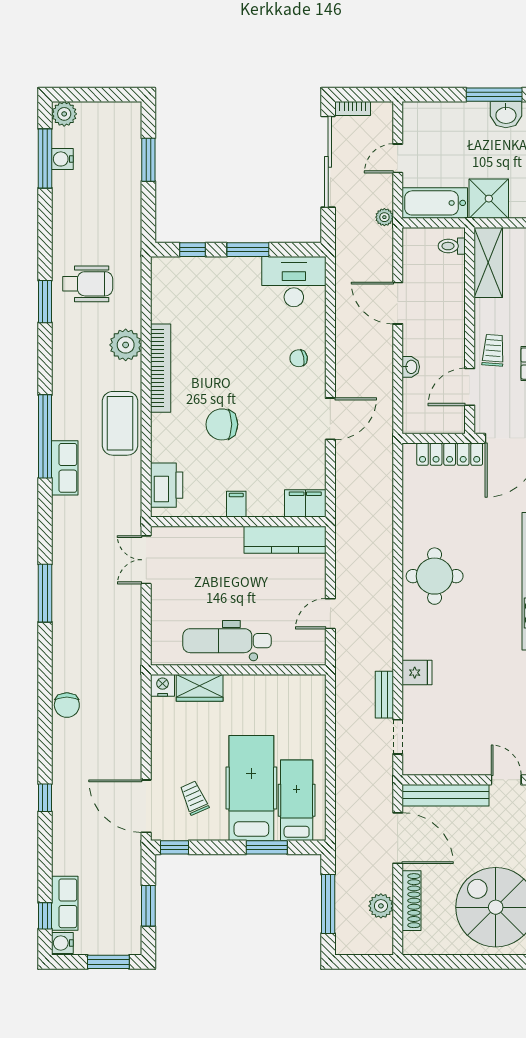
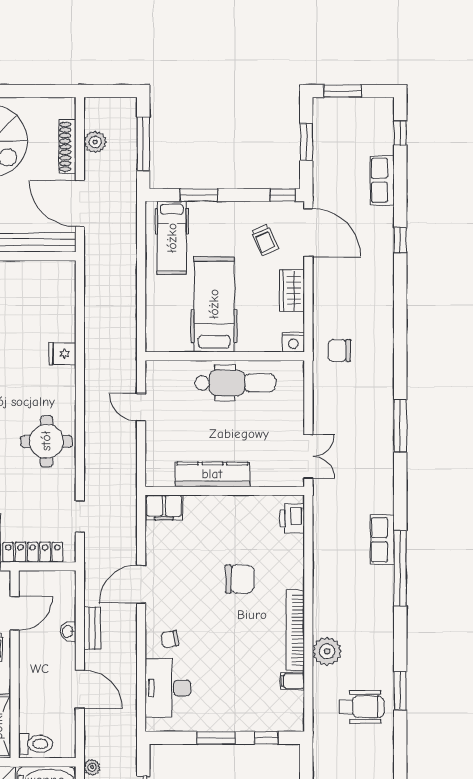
toilet: (452, 246) -> (36, 744), width x1.37, depth x1.39
desk: (294, 282) -> (168, 688), moved, turned 90
wheelchair: (88, 284) -> (362, 707), turned 180
chair: (299, 358) -> (170, 639), turned 180
coffee table: (120, 423) -> (332, 580), removed
printer: (167, 485) -> (292, 519), width x0.73, depth x0.84
filing cabinet: (236, 504) -> (293, 681), moved, turned 90
kitchen counter: (285, 540) -> (212, 474), moved
door: (330, 614) -> (141, 407), swing flipped
wardrobe: (200, 688) -> (292, 291), moved, turned -90
bench: (384, 695) -> (92, 628), moved
chair: (67, 705) -> (340, 351), moved, turned -90
doorway: (398, 737) -> (80, 517), moved
hospital bed: (251, 788) -> (214, 304), moved, turned 180
row of seats: (65, 903) -> (382, 180), moved
water cooler: (62, 943) -> (384, 108), removed

